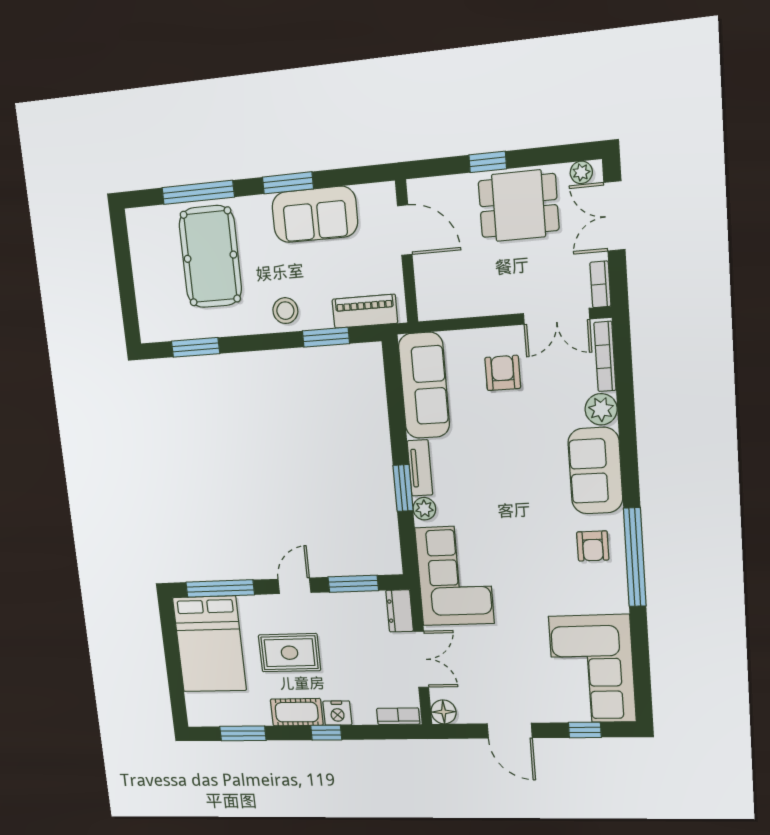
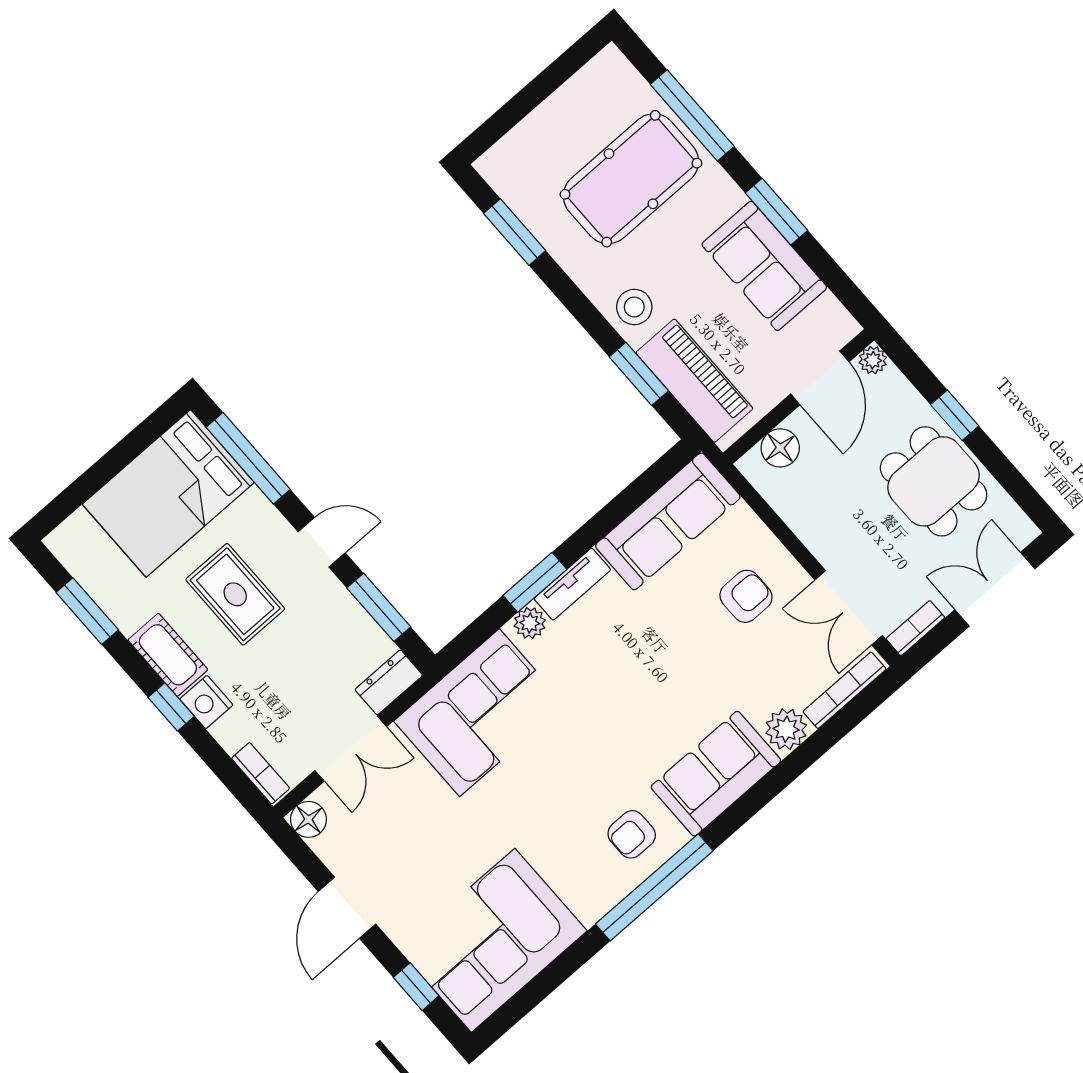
plant: (581, 172) -> (873, 360), moved
floor lamp: (429, 286) -> (780, 448), added
piano: (365, 311) -> (694, 381), width x1.37, depth x1.33

